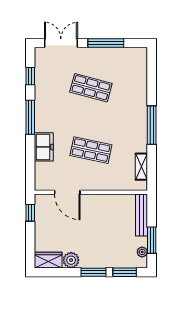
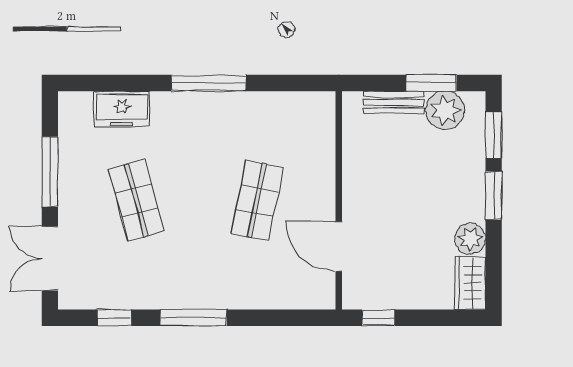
shop shelf: (91, 88) -> (136, 200), turned -30
freezer: (44, 147) -> (122, 109), moved, turned 180
shelving: (141, 167) -> (289, 103), removed
door: (67, 192) -> (339, 246), swing flipped
bench: (142, 215) -> (394, 103), width x0.73
plant: (142, 252) -> (445, 110), width x1.88, depth x1.88

